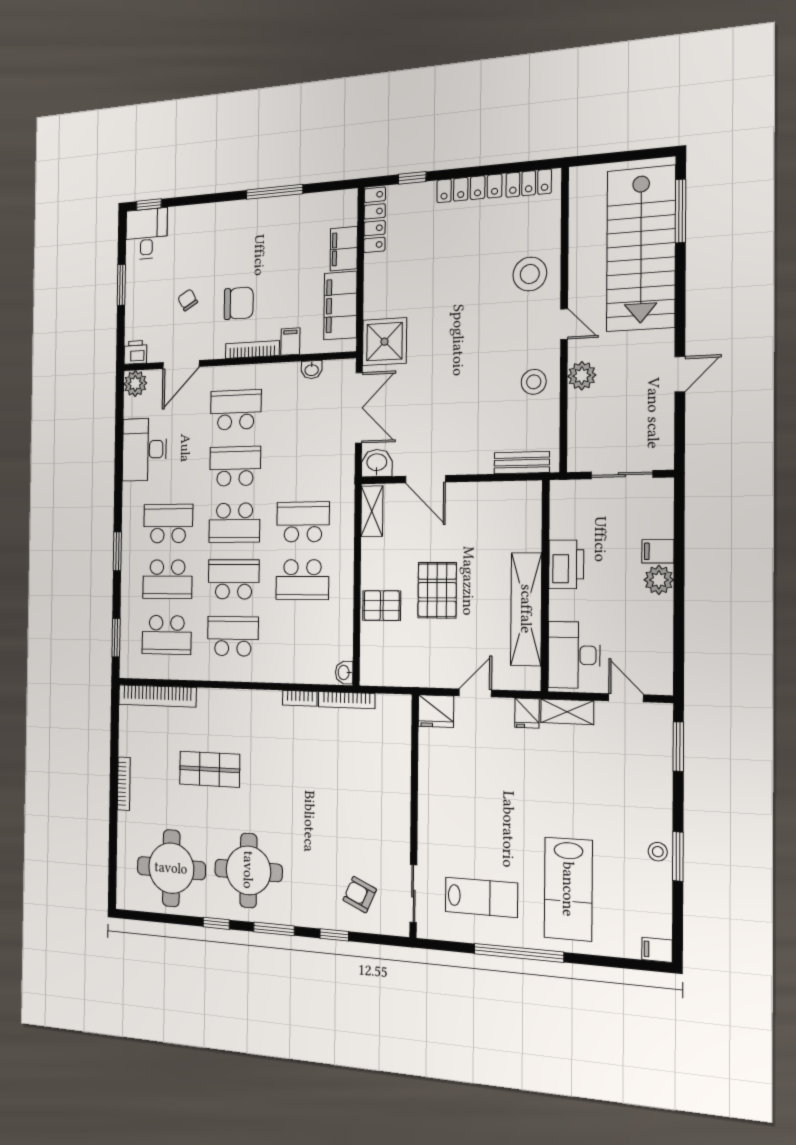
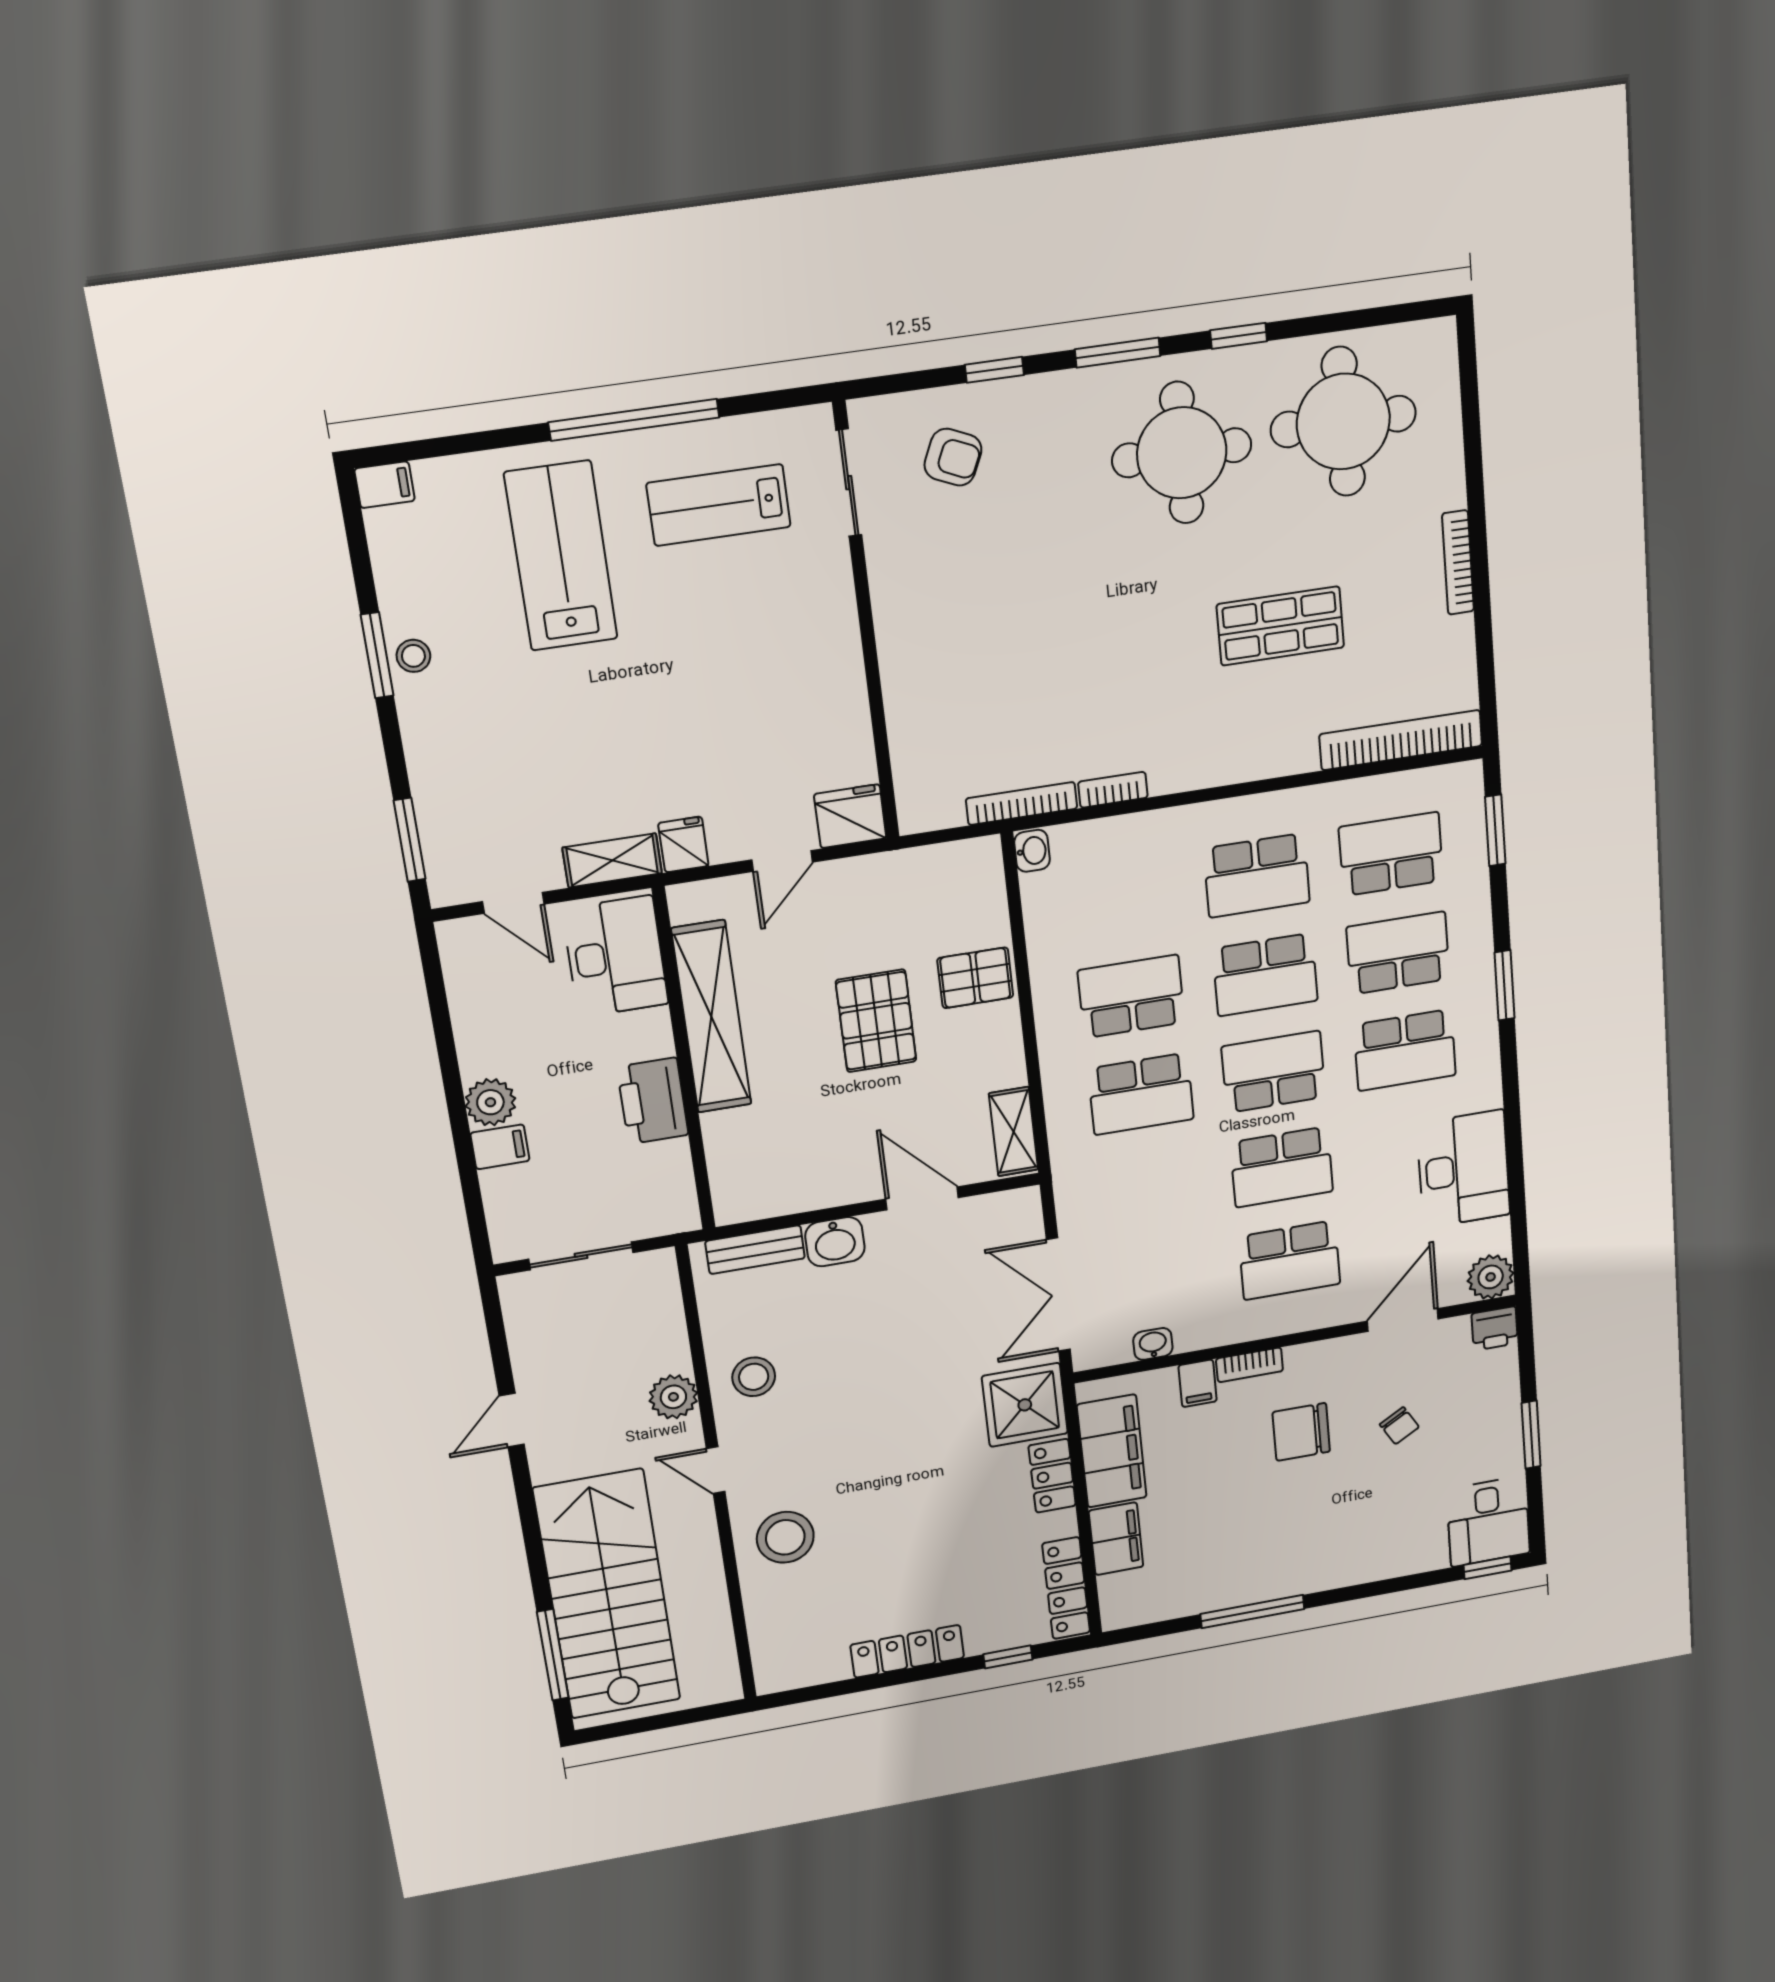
locker: (529, 183) -> (1052, 1476), moved, turned -90
bookcase: (252, 350) -> (1250, 1365), width x0.64
washbasin: (377, 463) -> (835, 1242), moved

